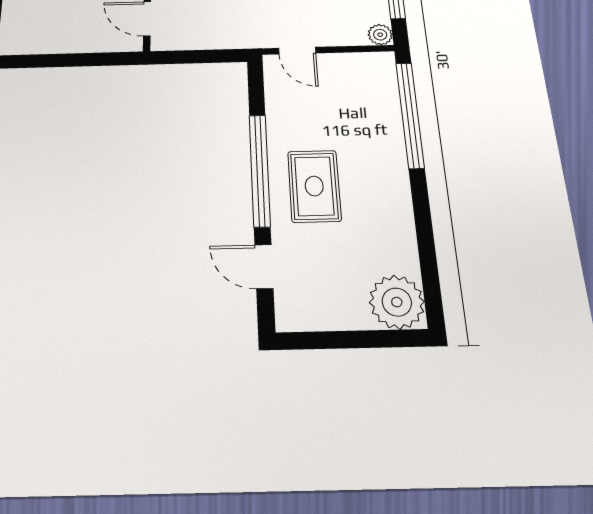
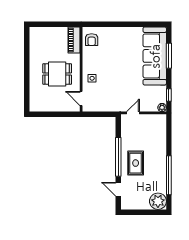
door: (297, 51) -> (133, 113), swing flipped
window: (410, 115) -> (169, 175), moved

